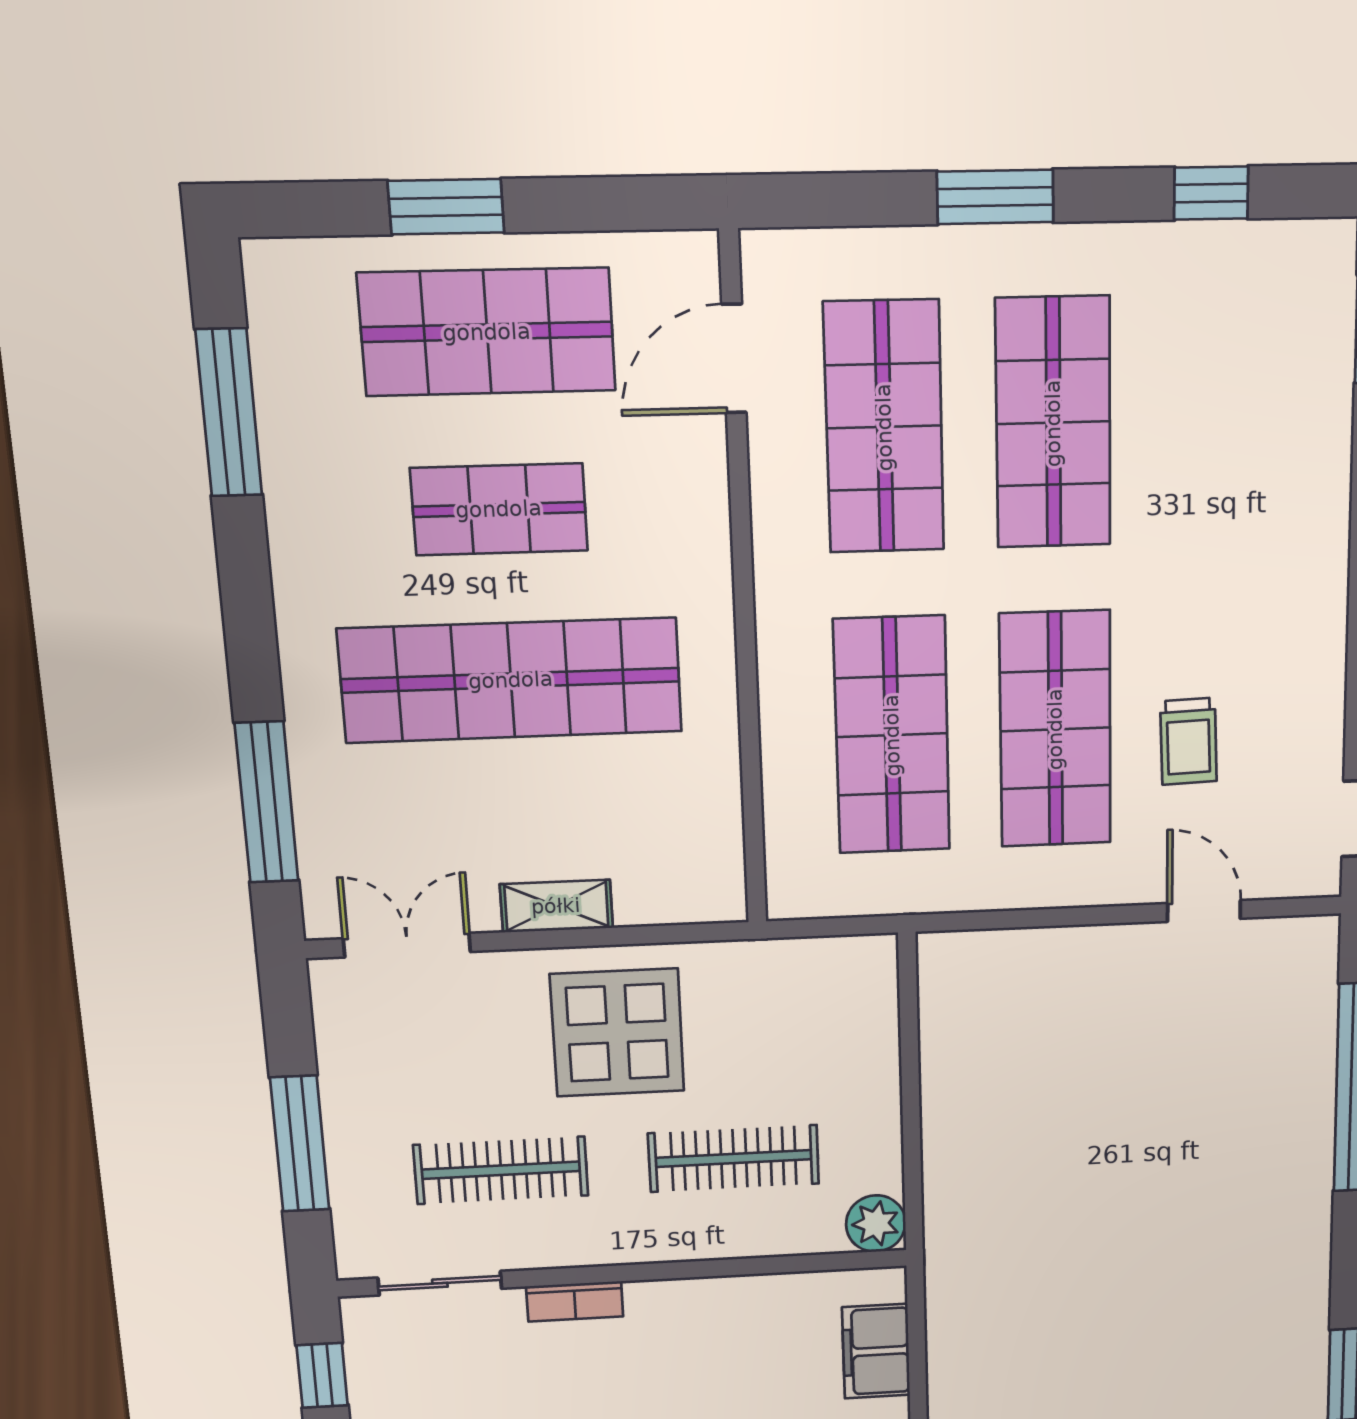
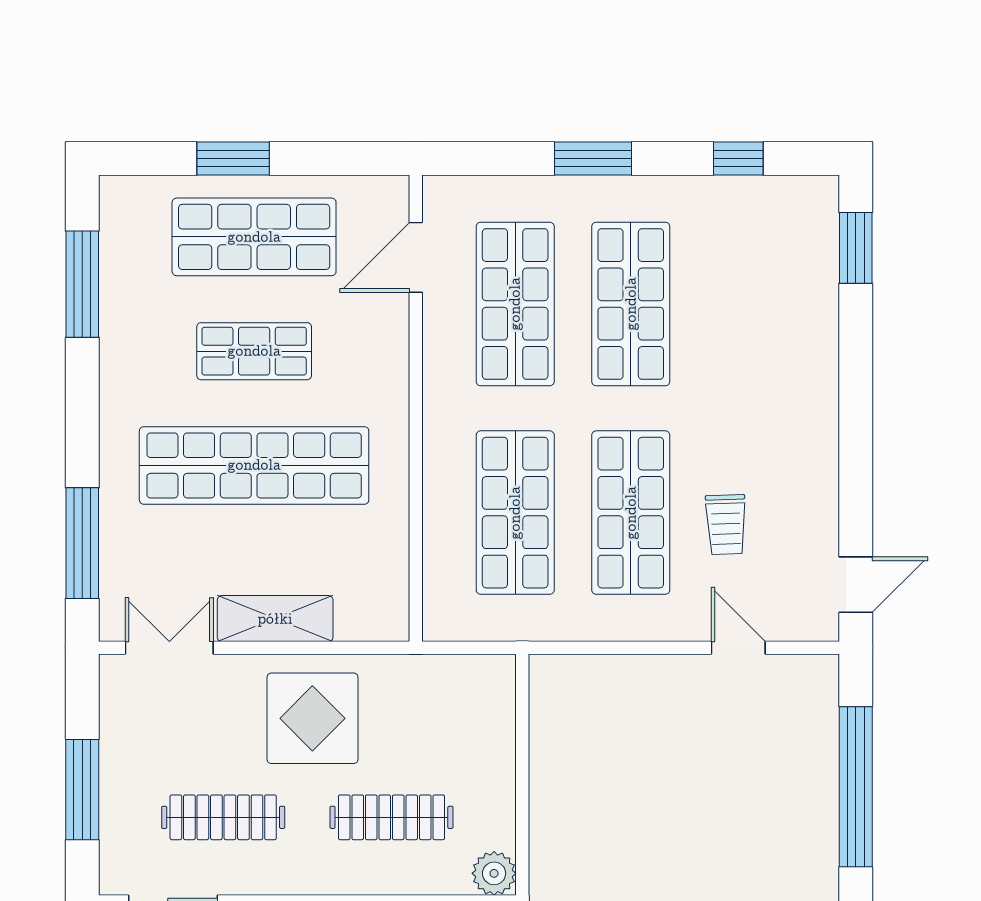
shelving: (556, 906) -> (275, 619), width x1.50, depth x1.33

